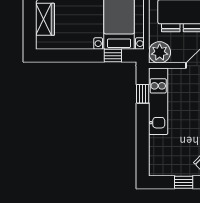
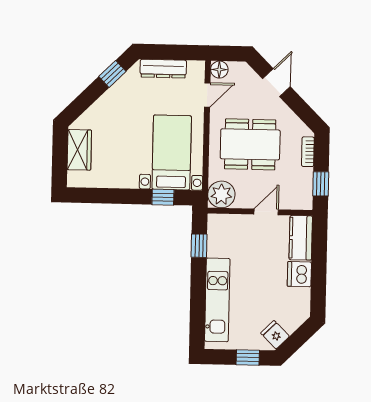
kitchen unit: (158, 101) -> (217, 300), moved

